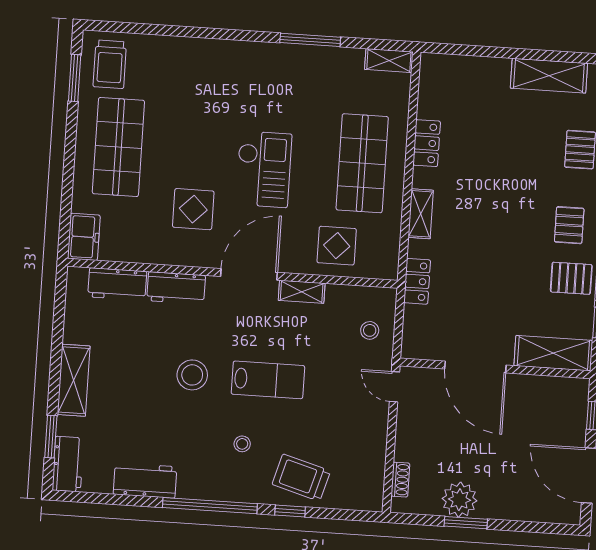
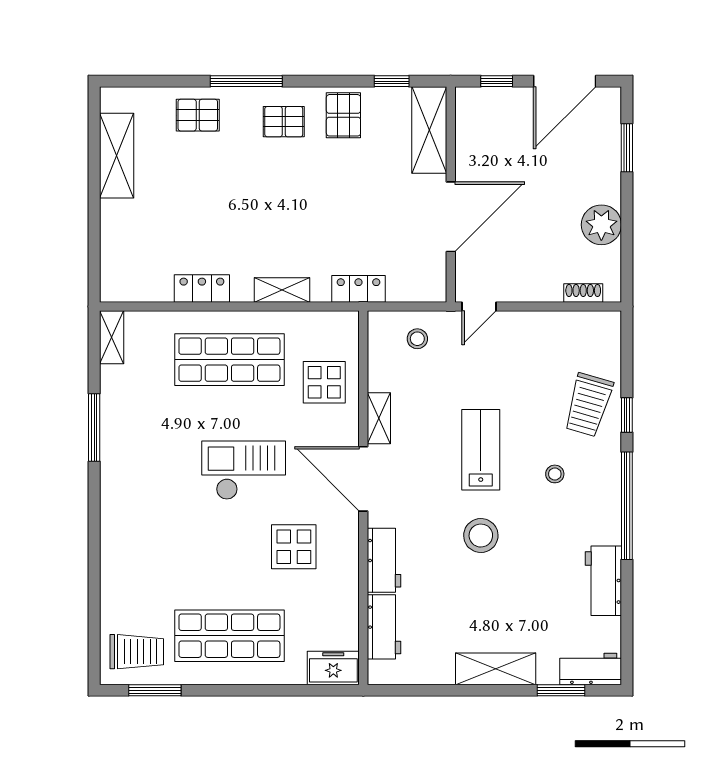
window: (466, 523) -> (627, 148), moved

